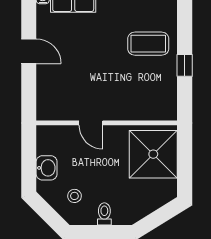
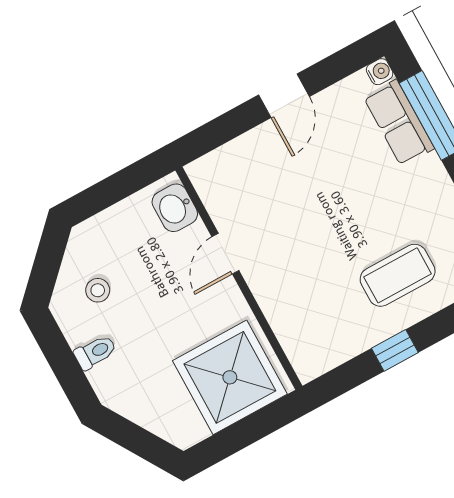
coffee table: (148, 44) -> (398, 275), turned 90
washbasin: (47, 168) -> (175, 208), moved, turned 90

